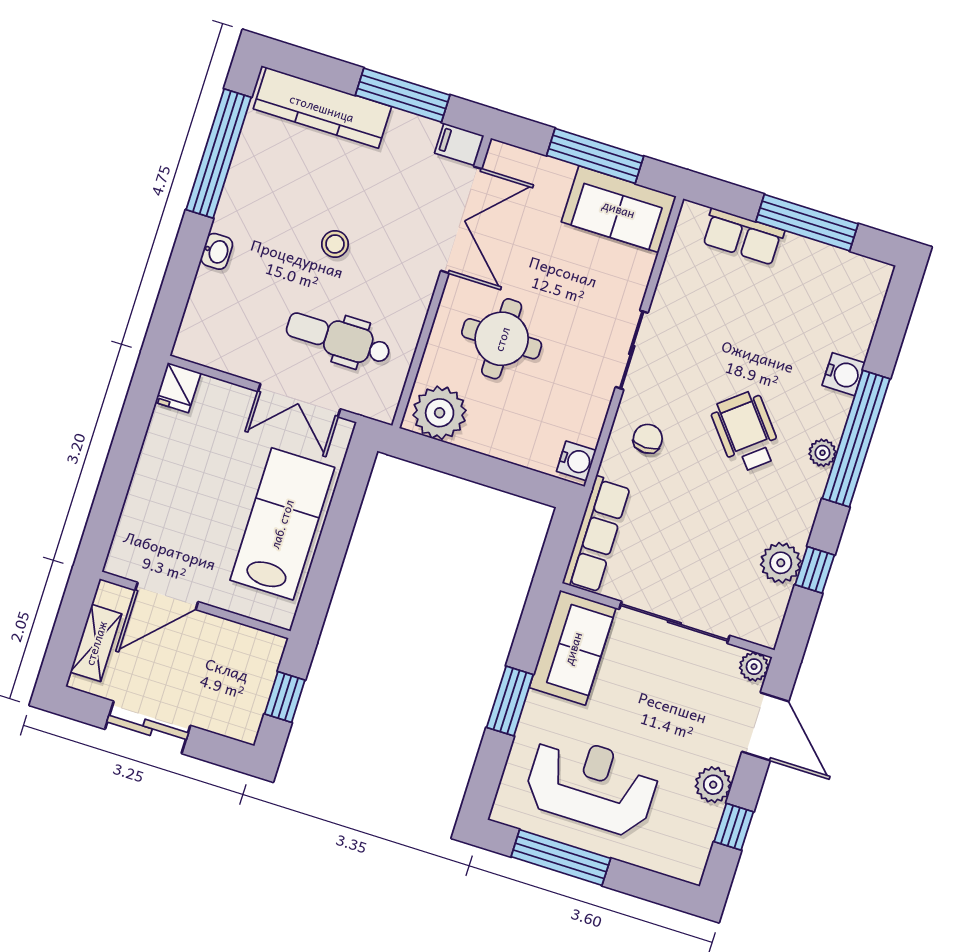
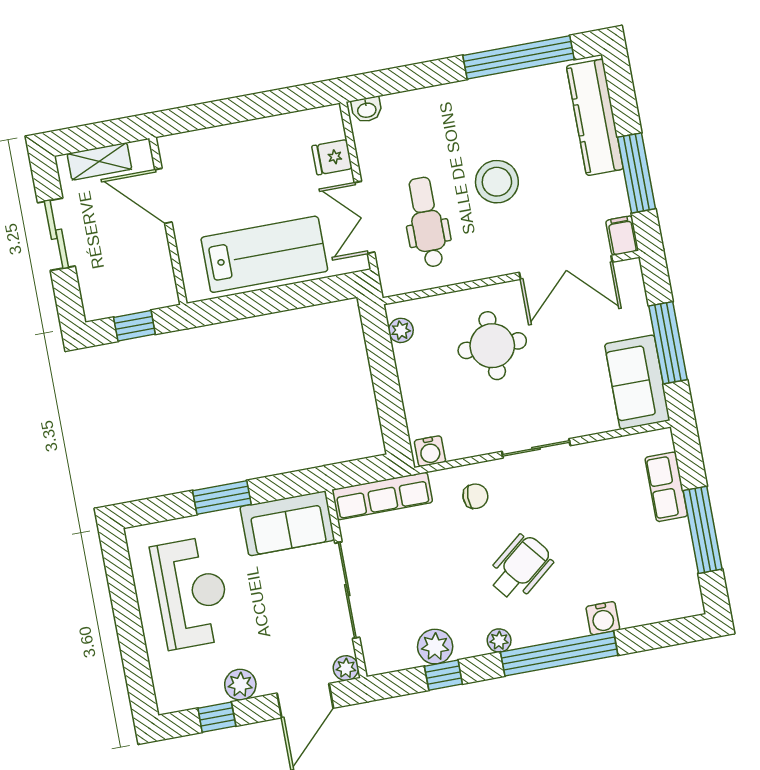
stool: (335, 244) -> (497, 182), width x1.89, depth x1.89
washbasin: (217, 251) -> (367, 110), moved
fridge: (178, 388) -> (332, 157), moved
plant: (440, 413) -> (401, 330), width x0.53, depth x0.53
plant: (822, 453) -> (499, 641), moved
window: (561, 858) -> (124, 599), removed

